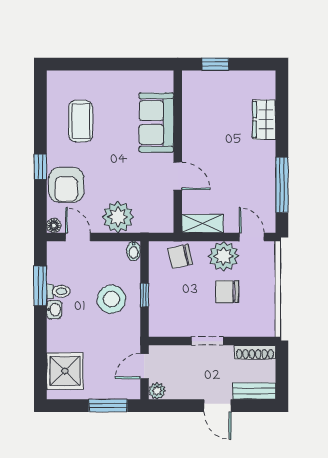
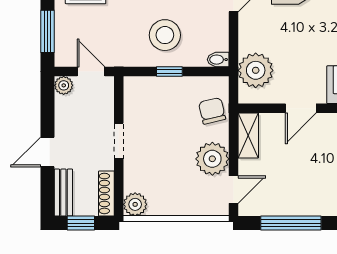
plant: (118, 217) -> (256, 70), moved
chair: (227, 292) -> (173, 163), removed
plant: (265, 326) -> (135, 204), added
window: (282, 375) -> (81, 223), added

